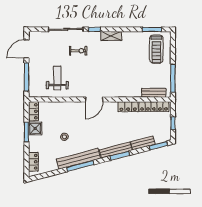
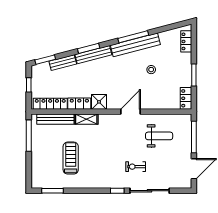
shelving: (111, 36) -> (86, 119), moved
treadmill: (156, 49) -> (71, 158), moved
weight bench: (57, 78) -> (159, 136), turned -90
bench: (154, 93) -> (55, 119), width x1.36
door: (94, 100) -> (130, 112), moved
shower: (35, 128) -> (99, 102), moved

